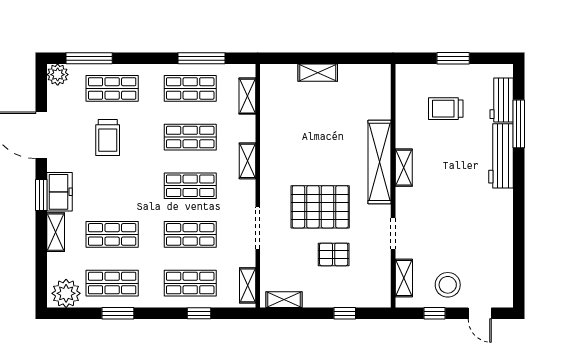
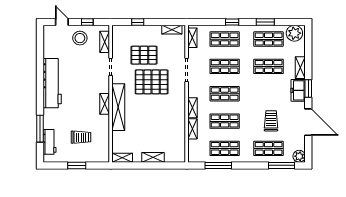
shelving: (373, 72) -> (122, 158), added
shelving: (247, 96) -> (193, 129), moved
workbench: (501, 156) -> (52, 83), moved, width x1.36, depth x1.32
pallet: (334, 254) -> (144, 55), width x1.50, depth x1.42
window: (199, 313) -> (232, 22), moved

